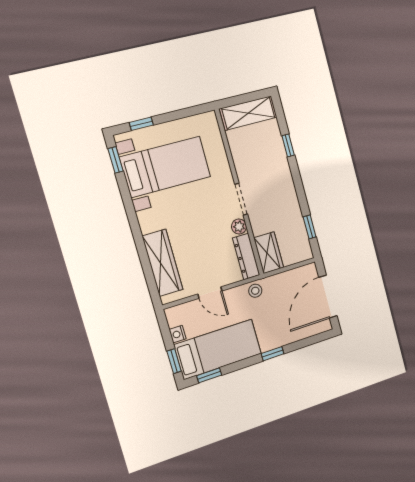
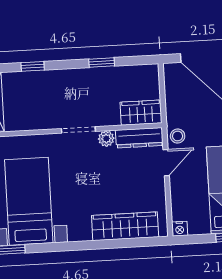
window: (310, 227) -> (102, 63), moved
door: (210, 293) -> (166, 163), moved
nightstand: (178, 334) -> (180, 229), moved

